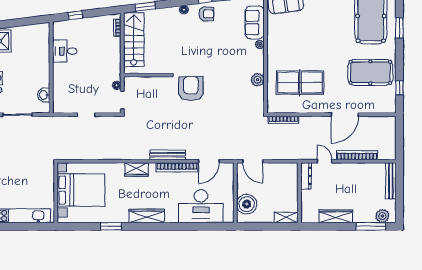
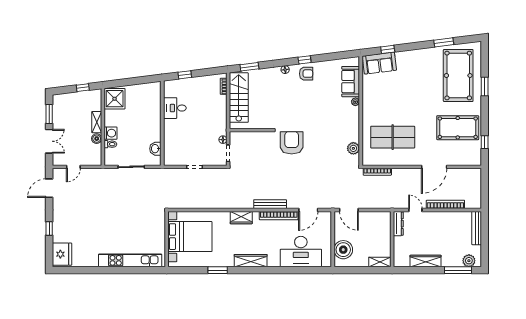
plant: (258, 80) -> (353, 148), moved

